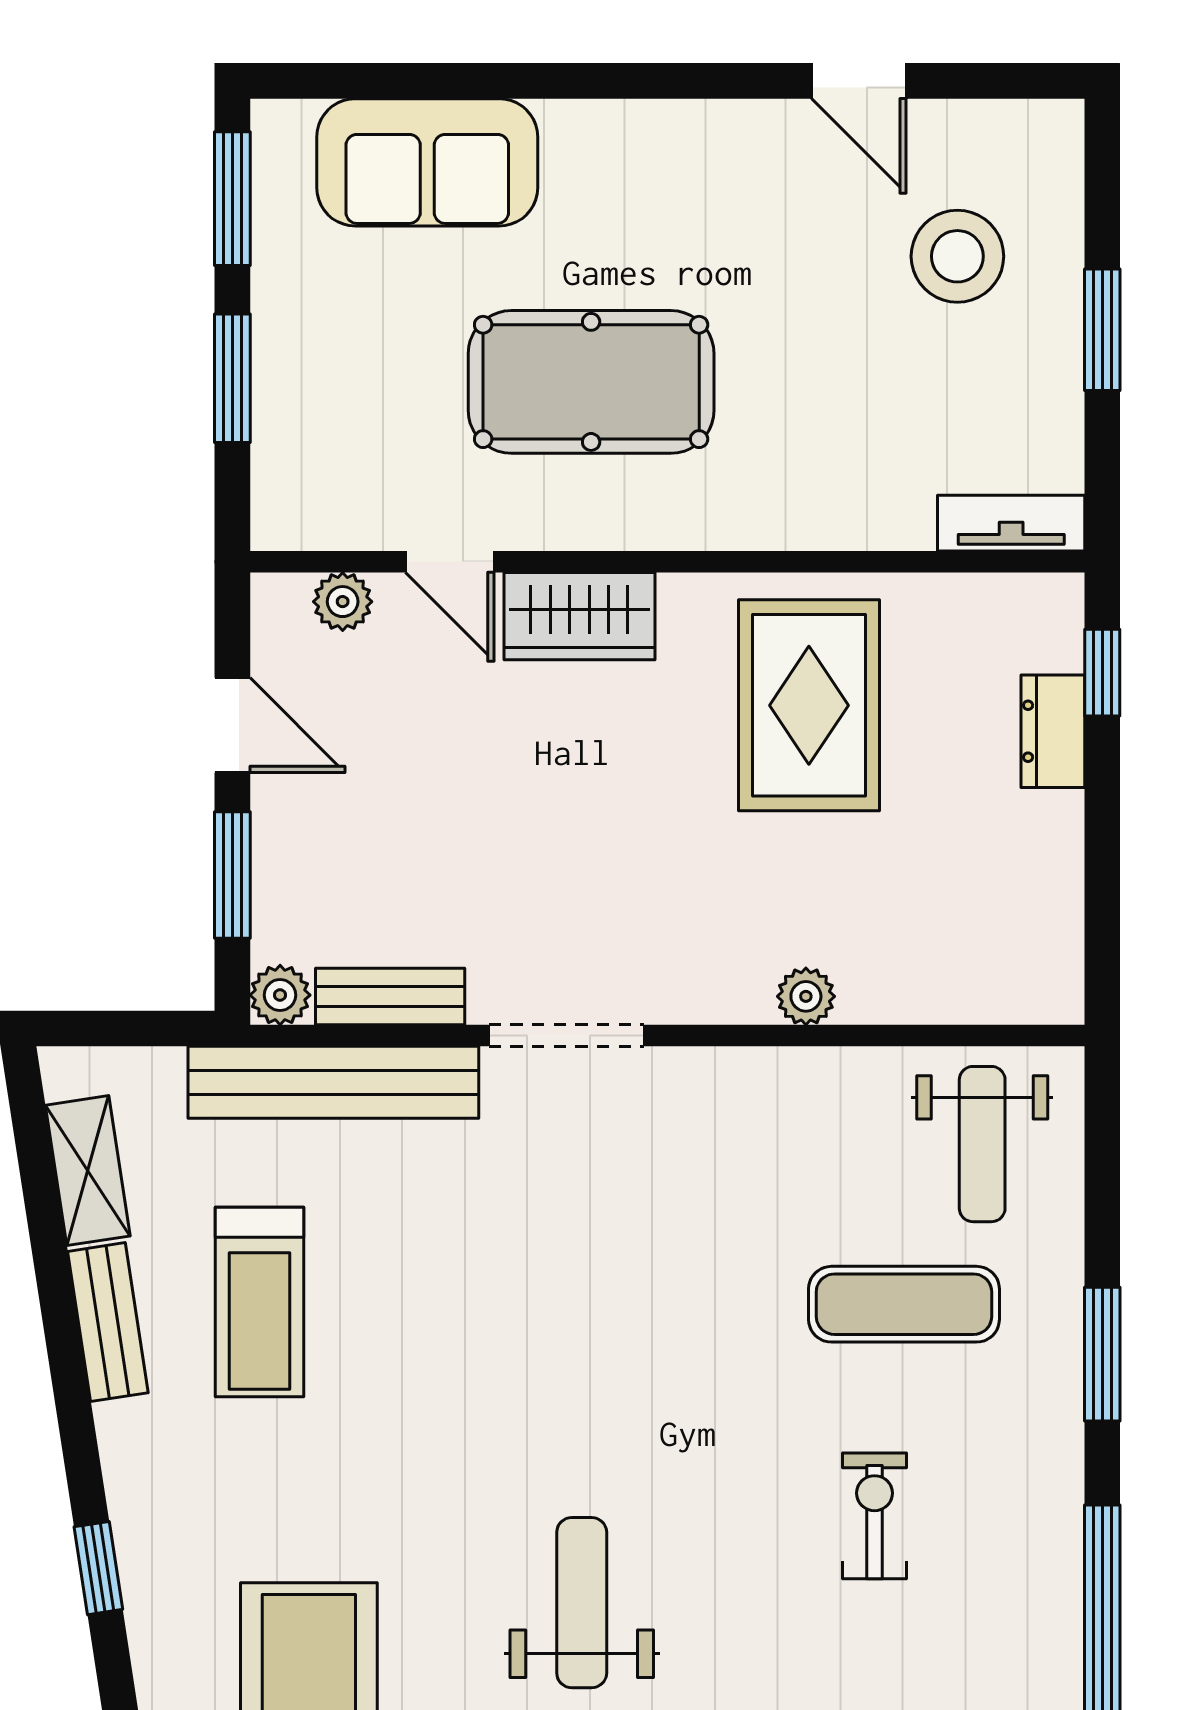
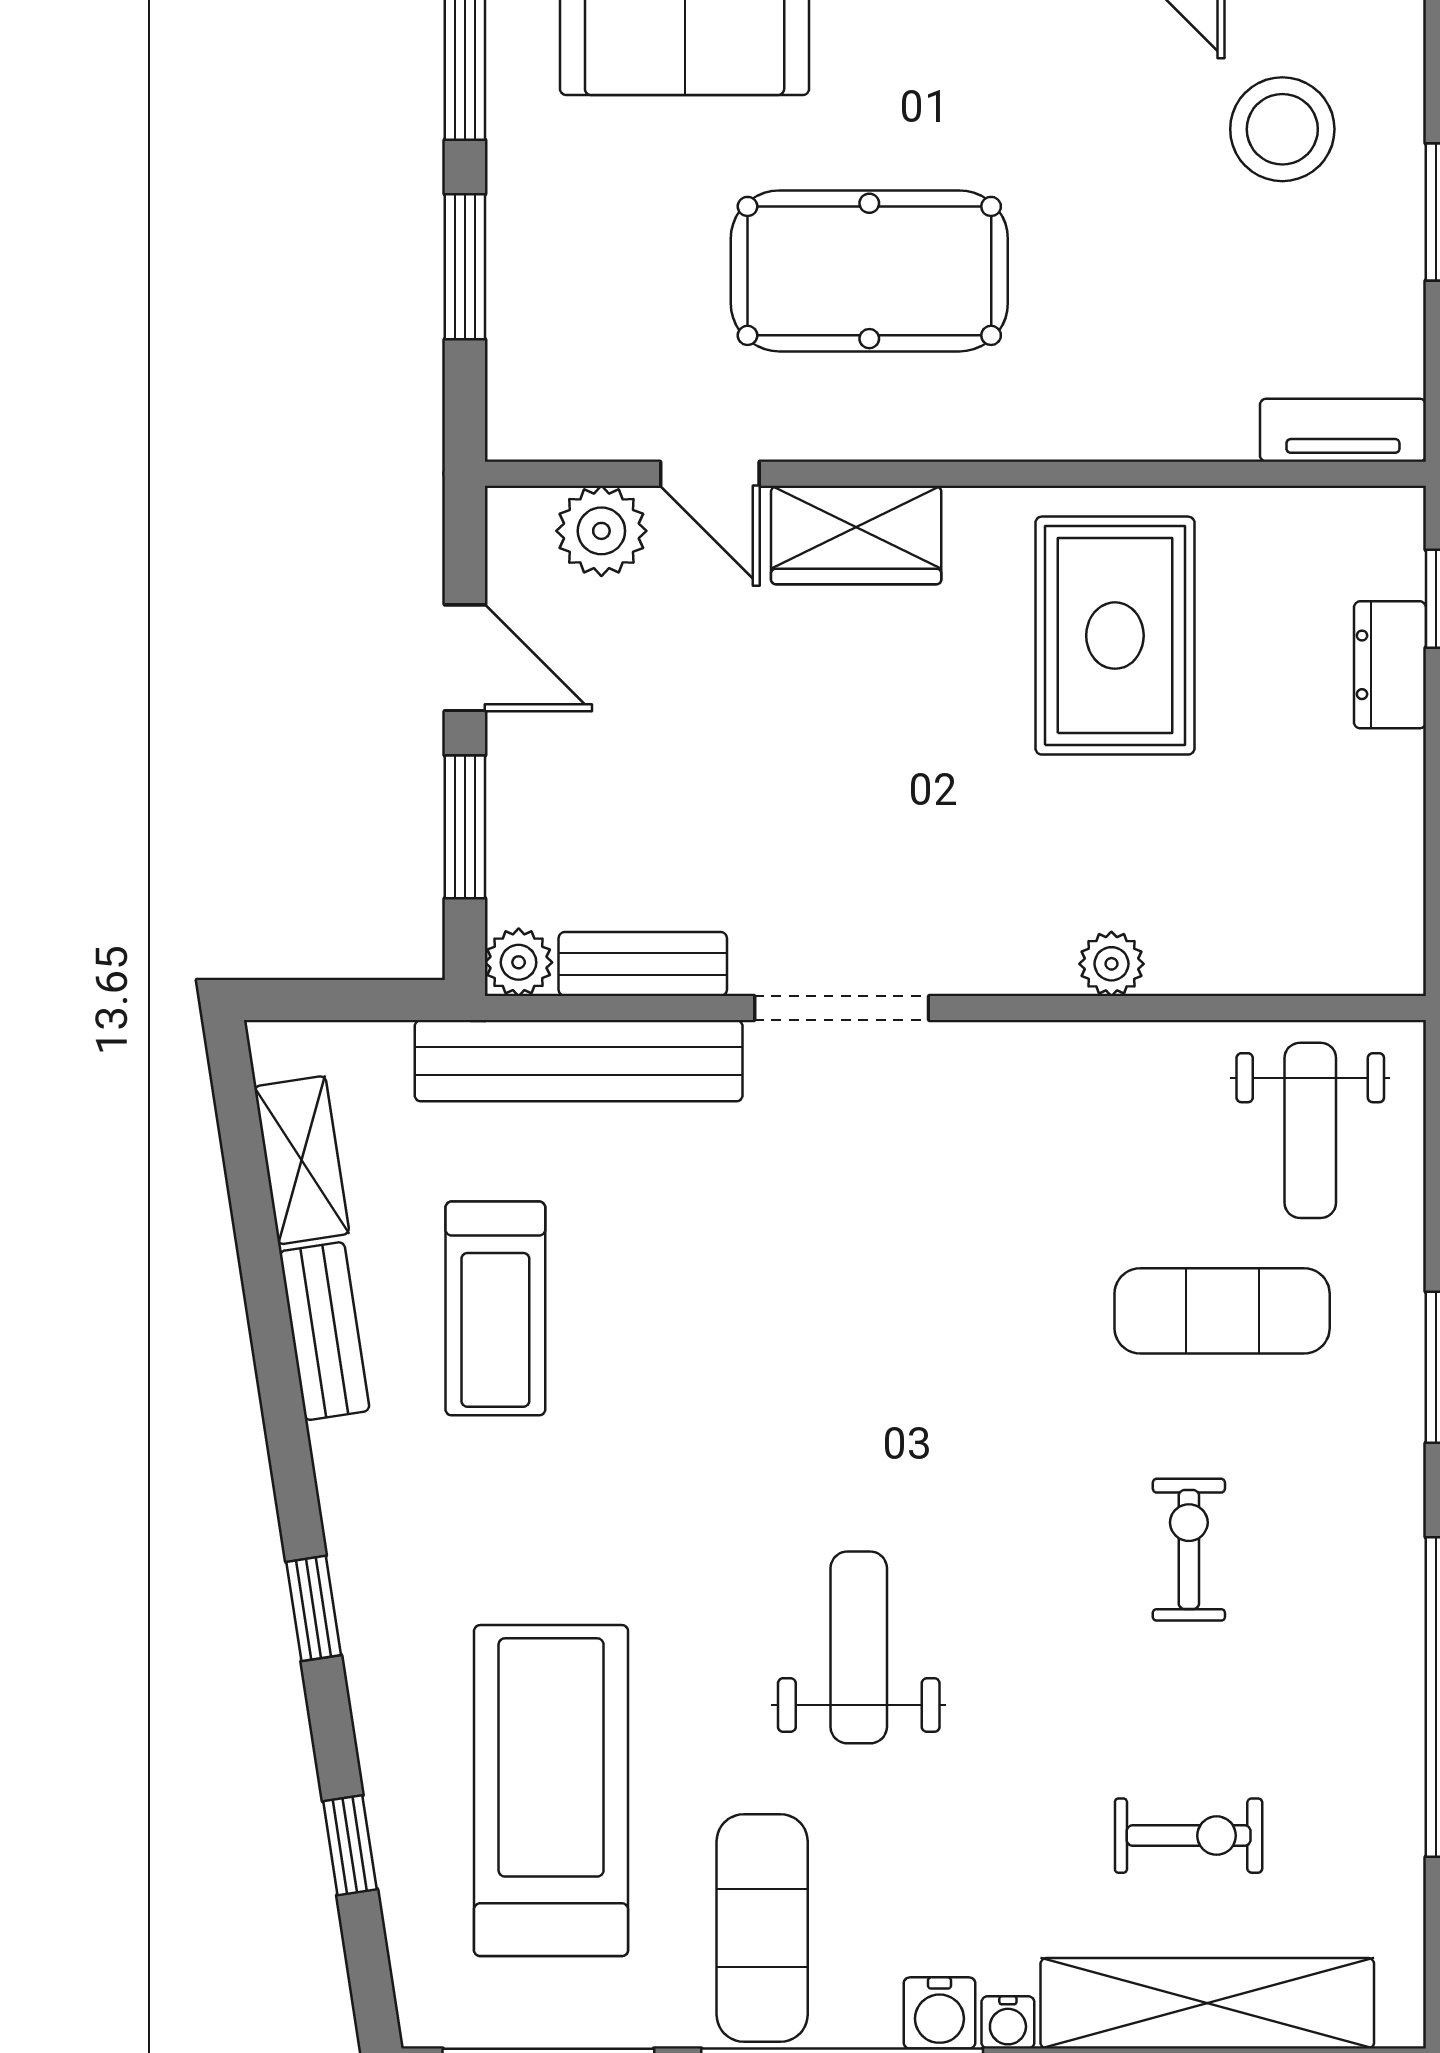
plant: (343, 602) -> (601, 531), width x1.38, depth x1.38

